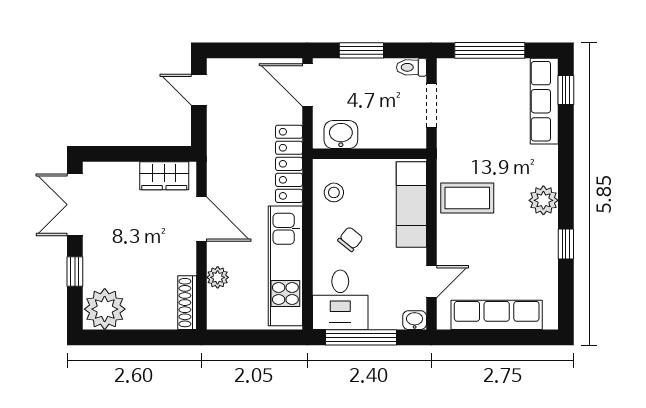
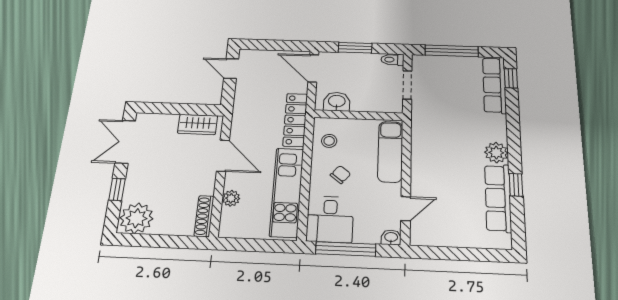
coffee table: (467, 198) -> (435, 149), removed
row of seats: (497, 315) -> (498, 198), moved, turned -90

